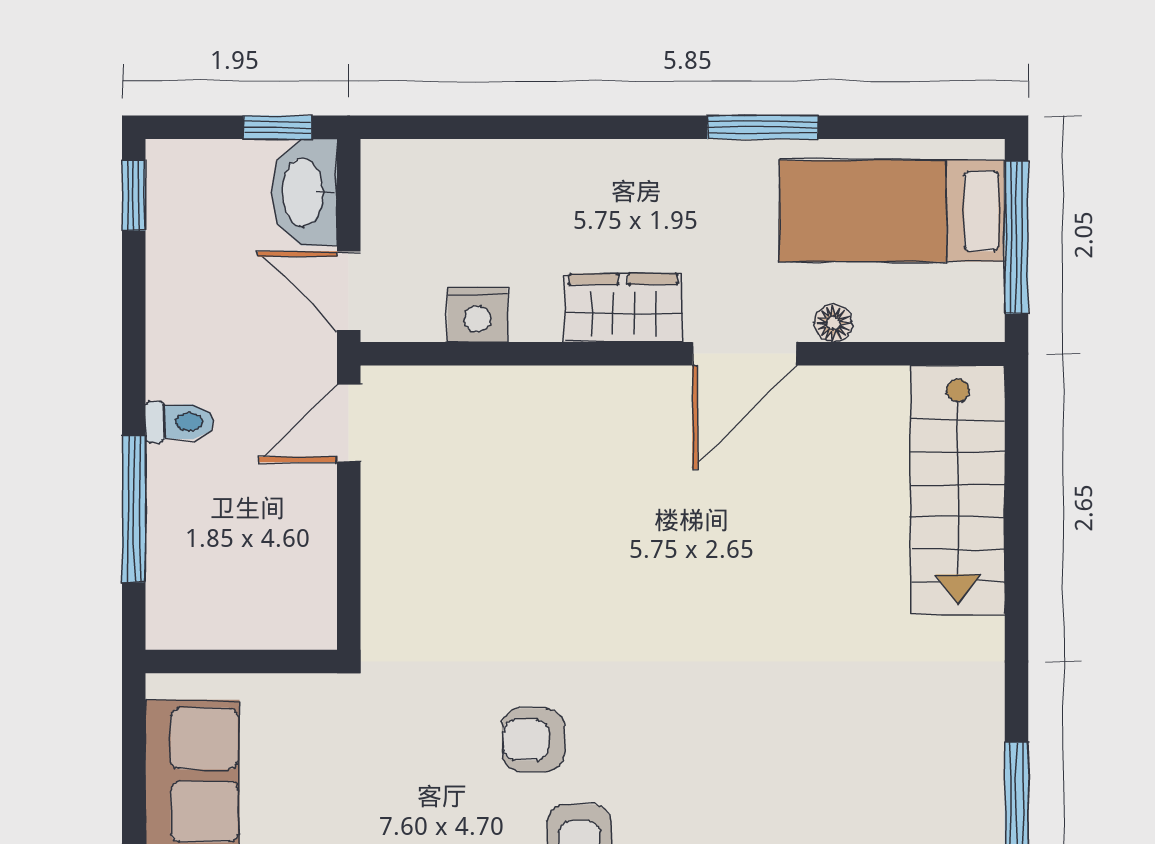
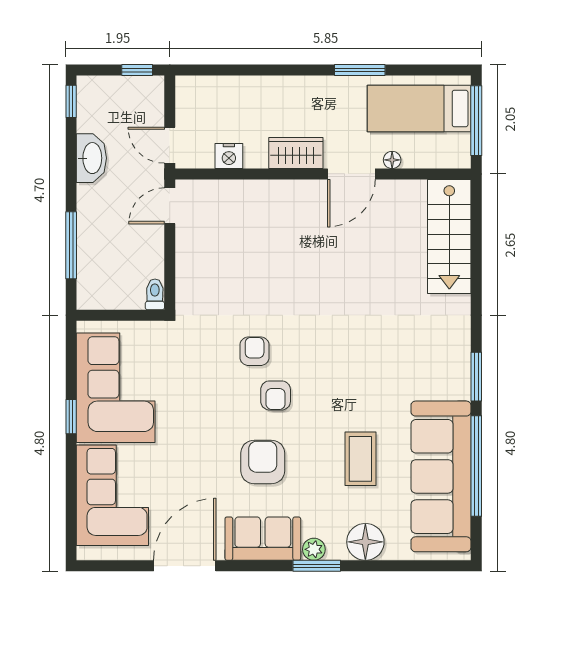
washbasin: (304, 192) -> (91, 158), moved, turned 180
toilet: (179, 422) -> (155, 294), moved, turned -90
armchair: (533, 740) -> (255, 351), turned 90

